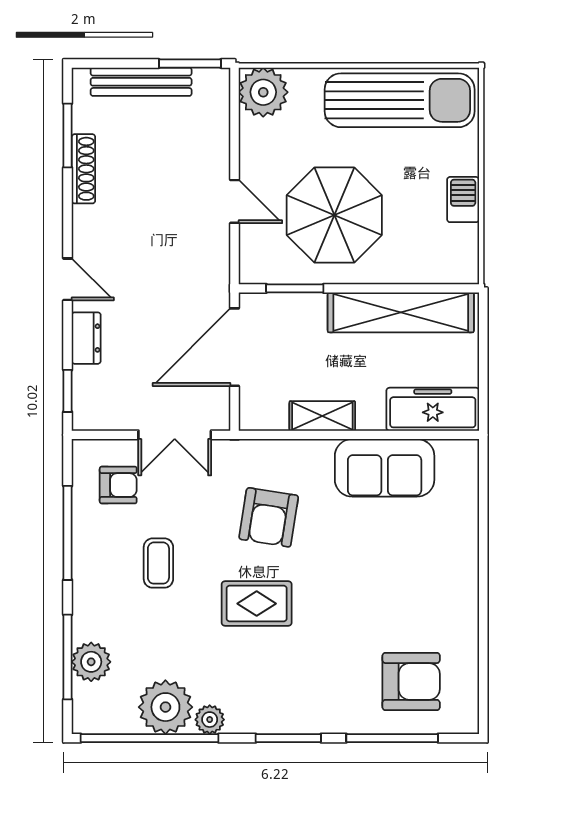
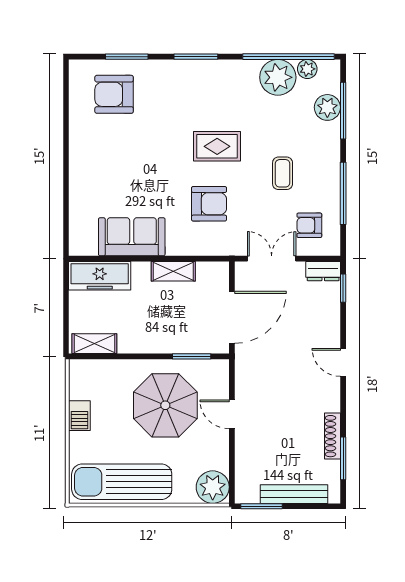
shelving: (401, 312) -> (94, 344), width x0.45, depth x0.75
dresser: (86, 338) -> (323, 271), moved, turned -90
armchair: (269, 517) -> (209, 204), turned 81
plant: (210, 720) -> (307, 69), moved
window: (392, 738) -> (127, 57), width x0.69

